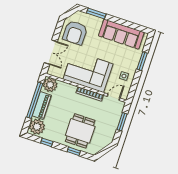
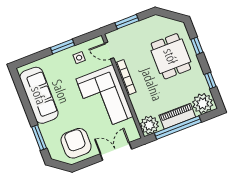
armchair: (75, 33) -> (76, 143), turned -90
window: (142, 61) -> (63, 47), moved
dining table: (80, 131) -> (171, 56), turned 90

